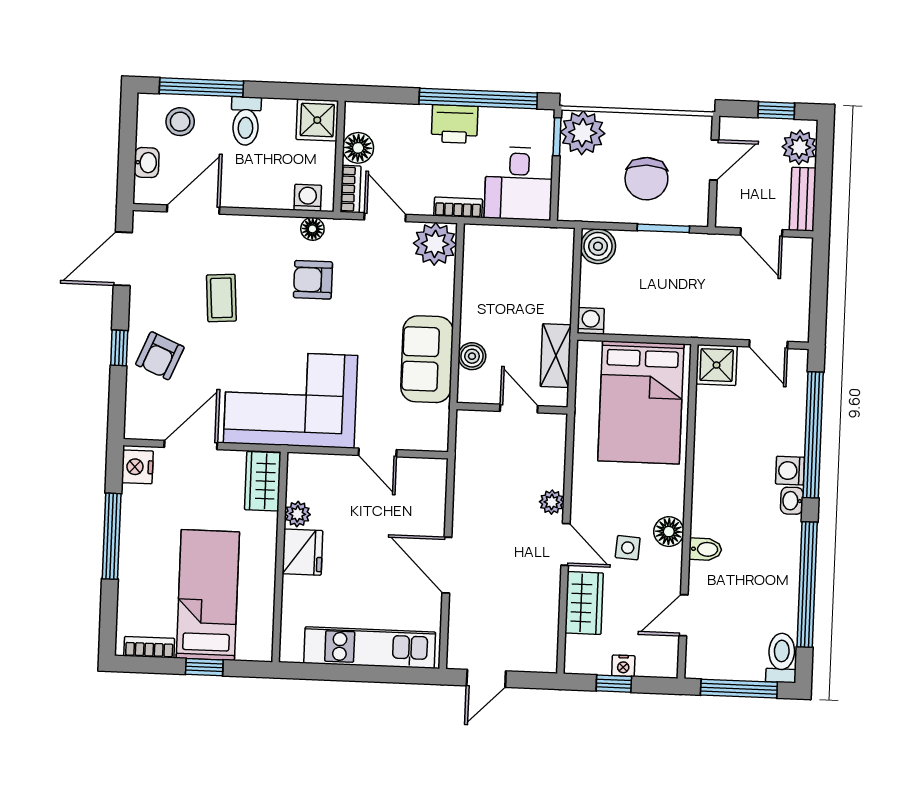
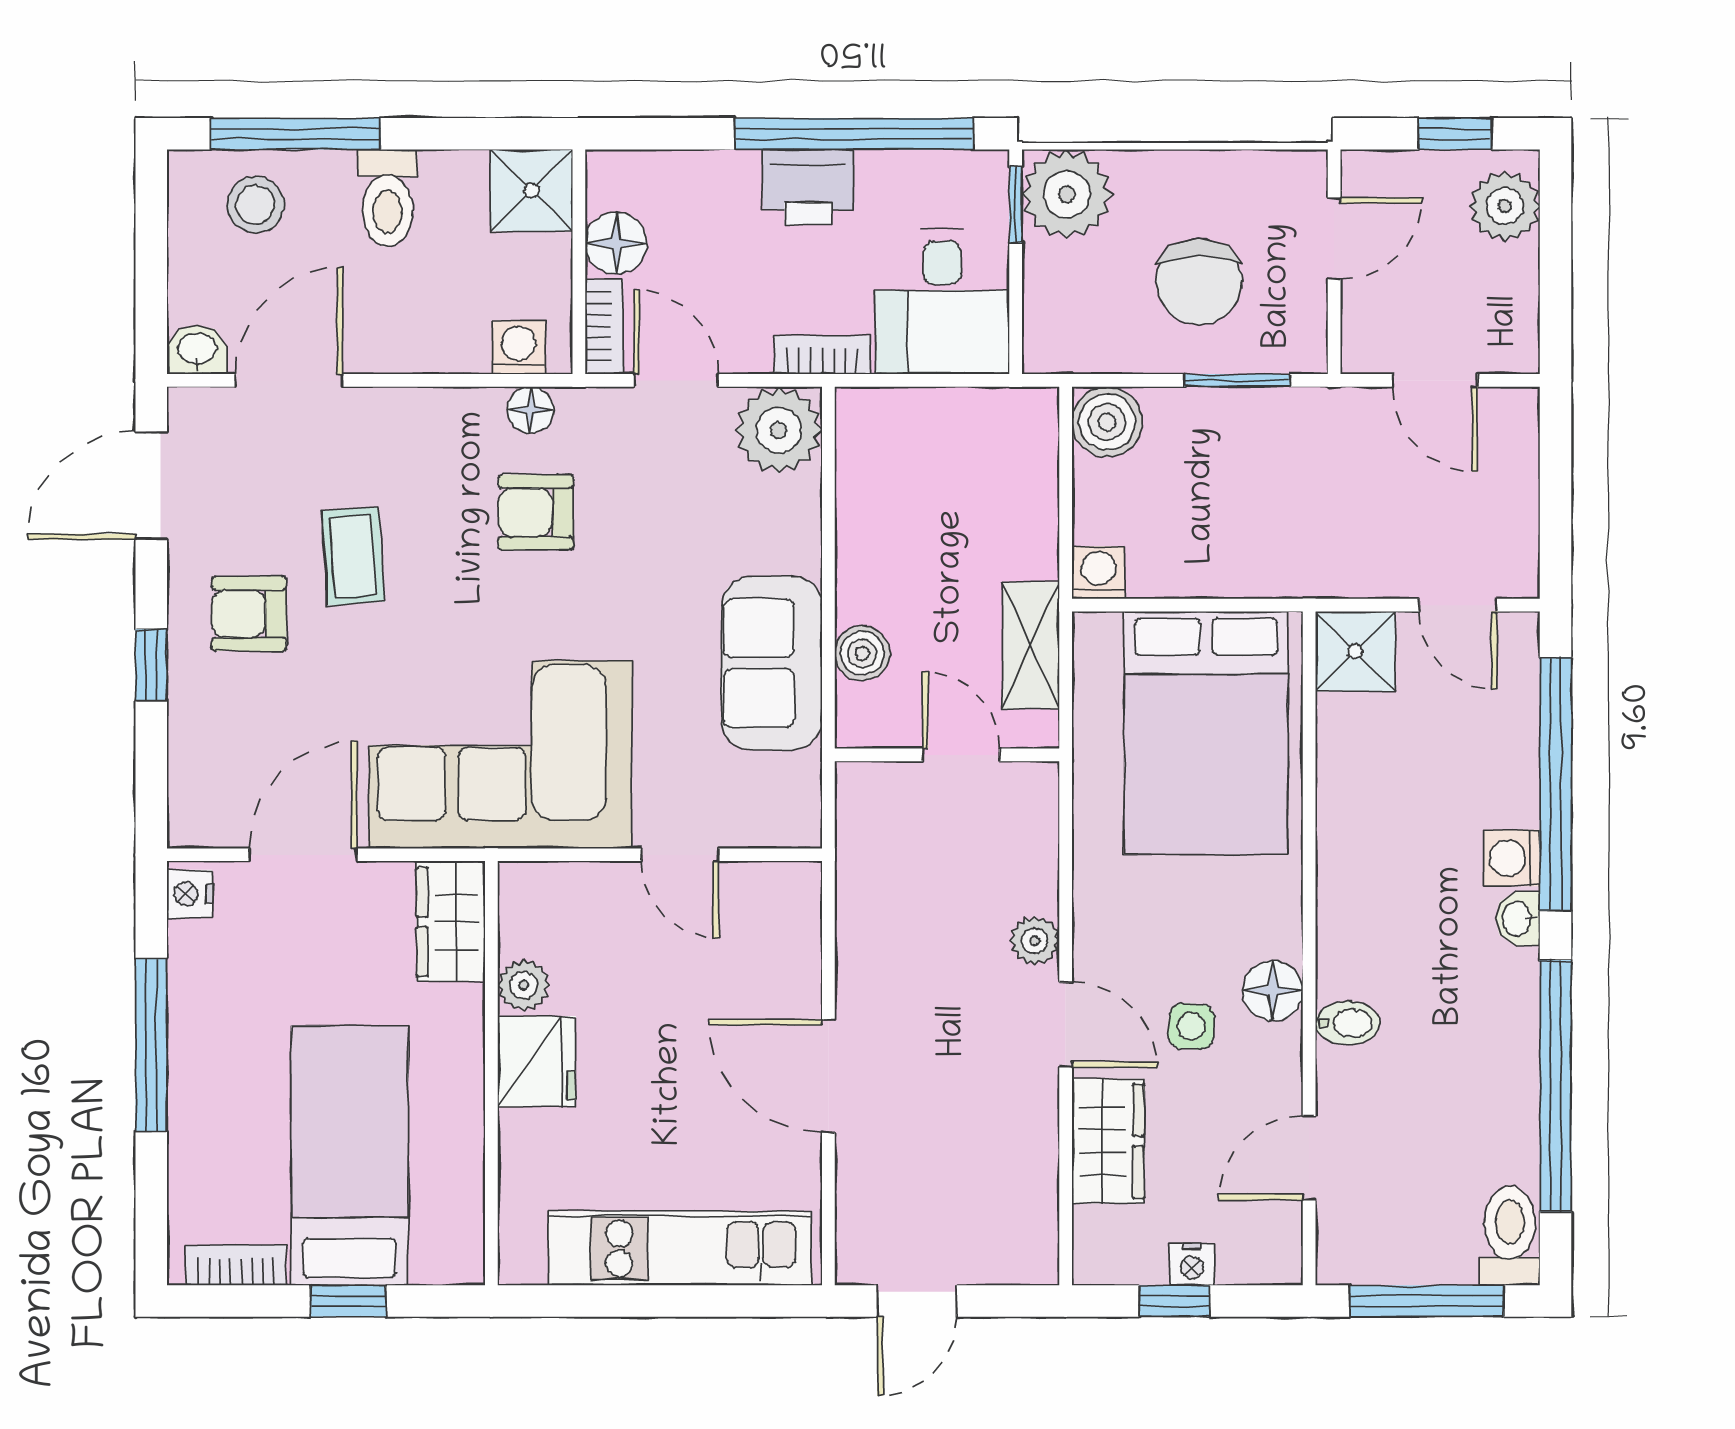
washbasin: (147, 163) -> (197, 350), moved, turned -90
bench: (803, 199) -> (1516, 310), removed
armchair: (160, 356) -> (249, 614), moved, turned 67
nightstand: (137, 467) -> (189, 894), width x0.72, depth x0.74

